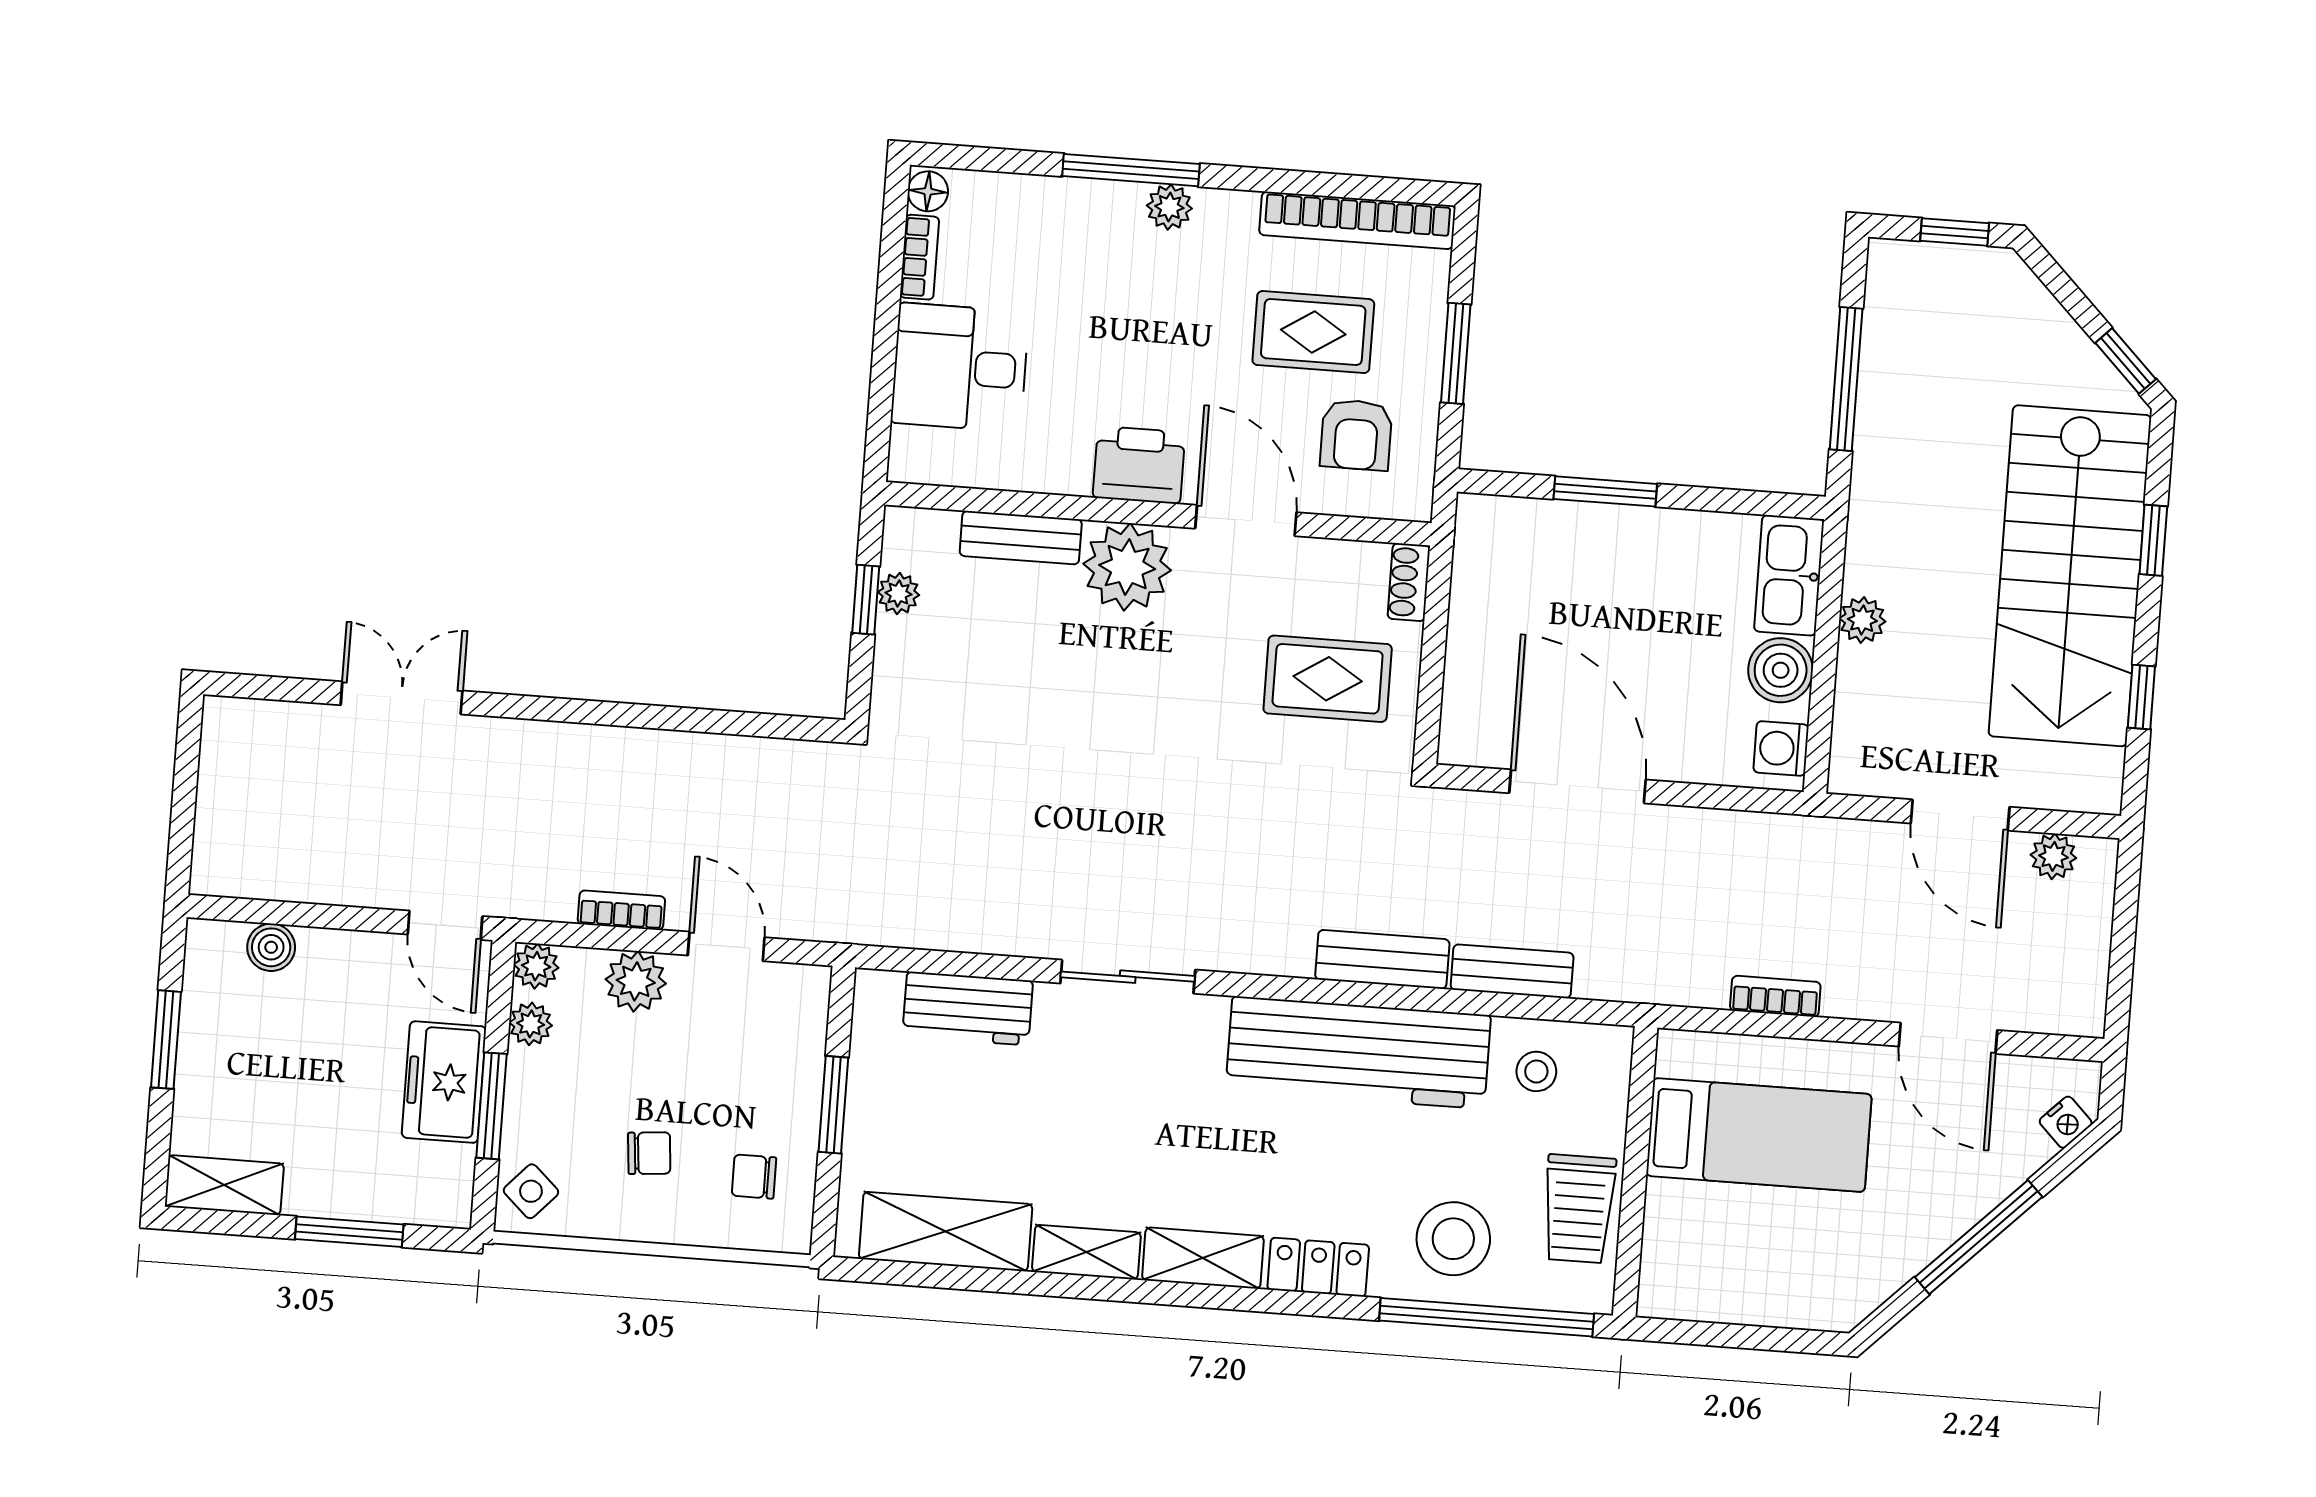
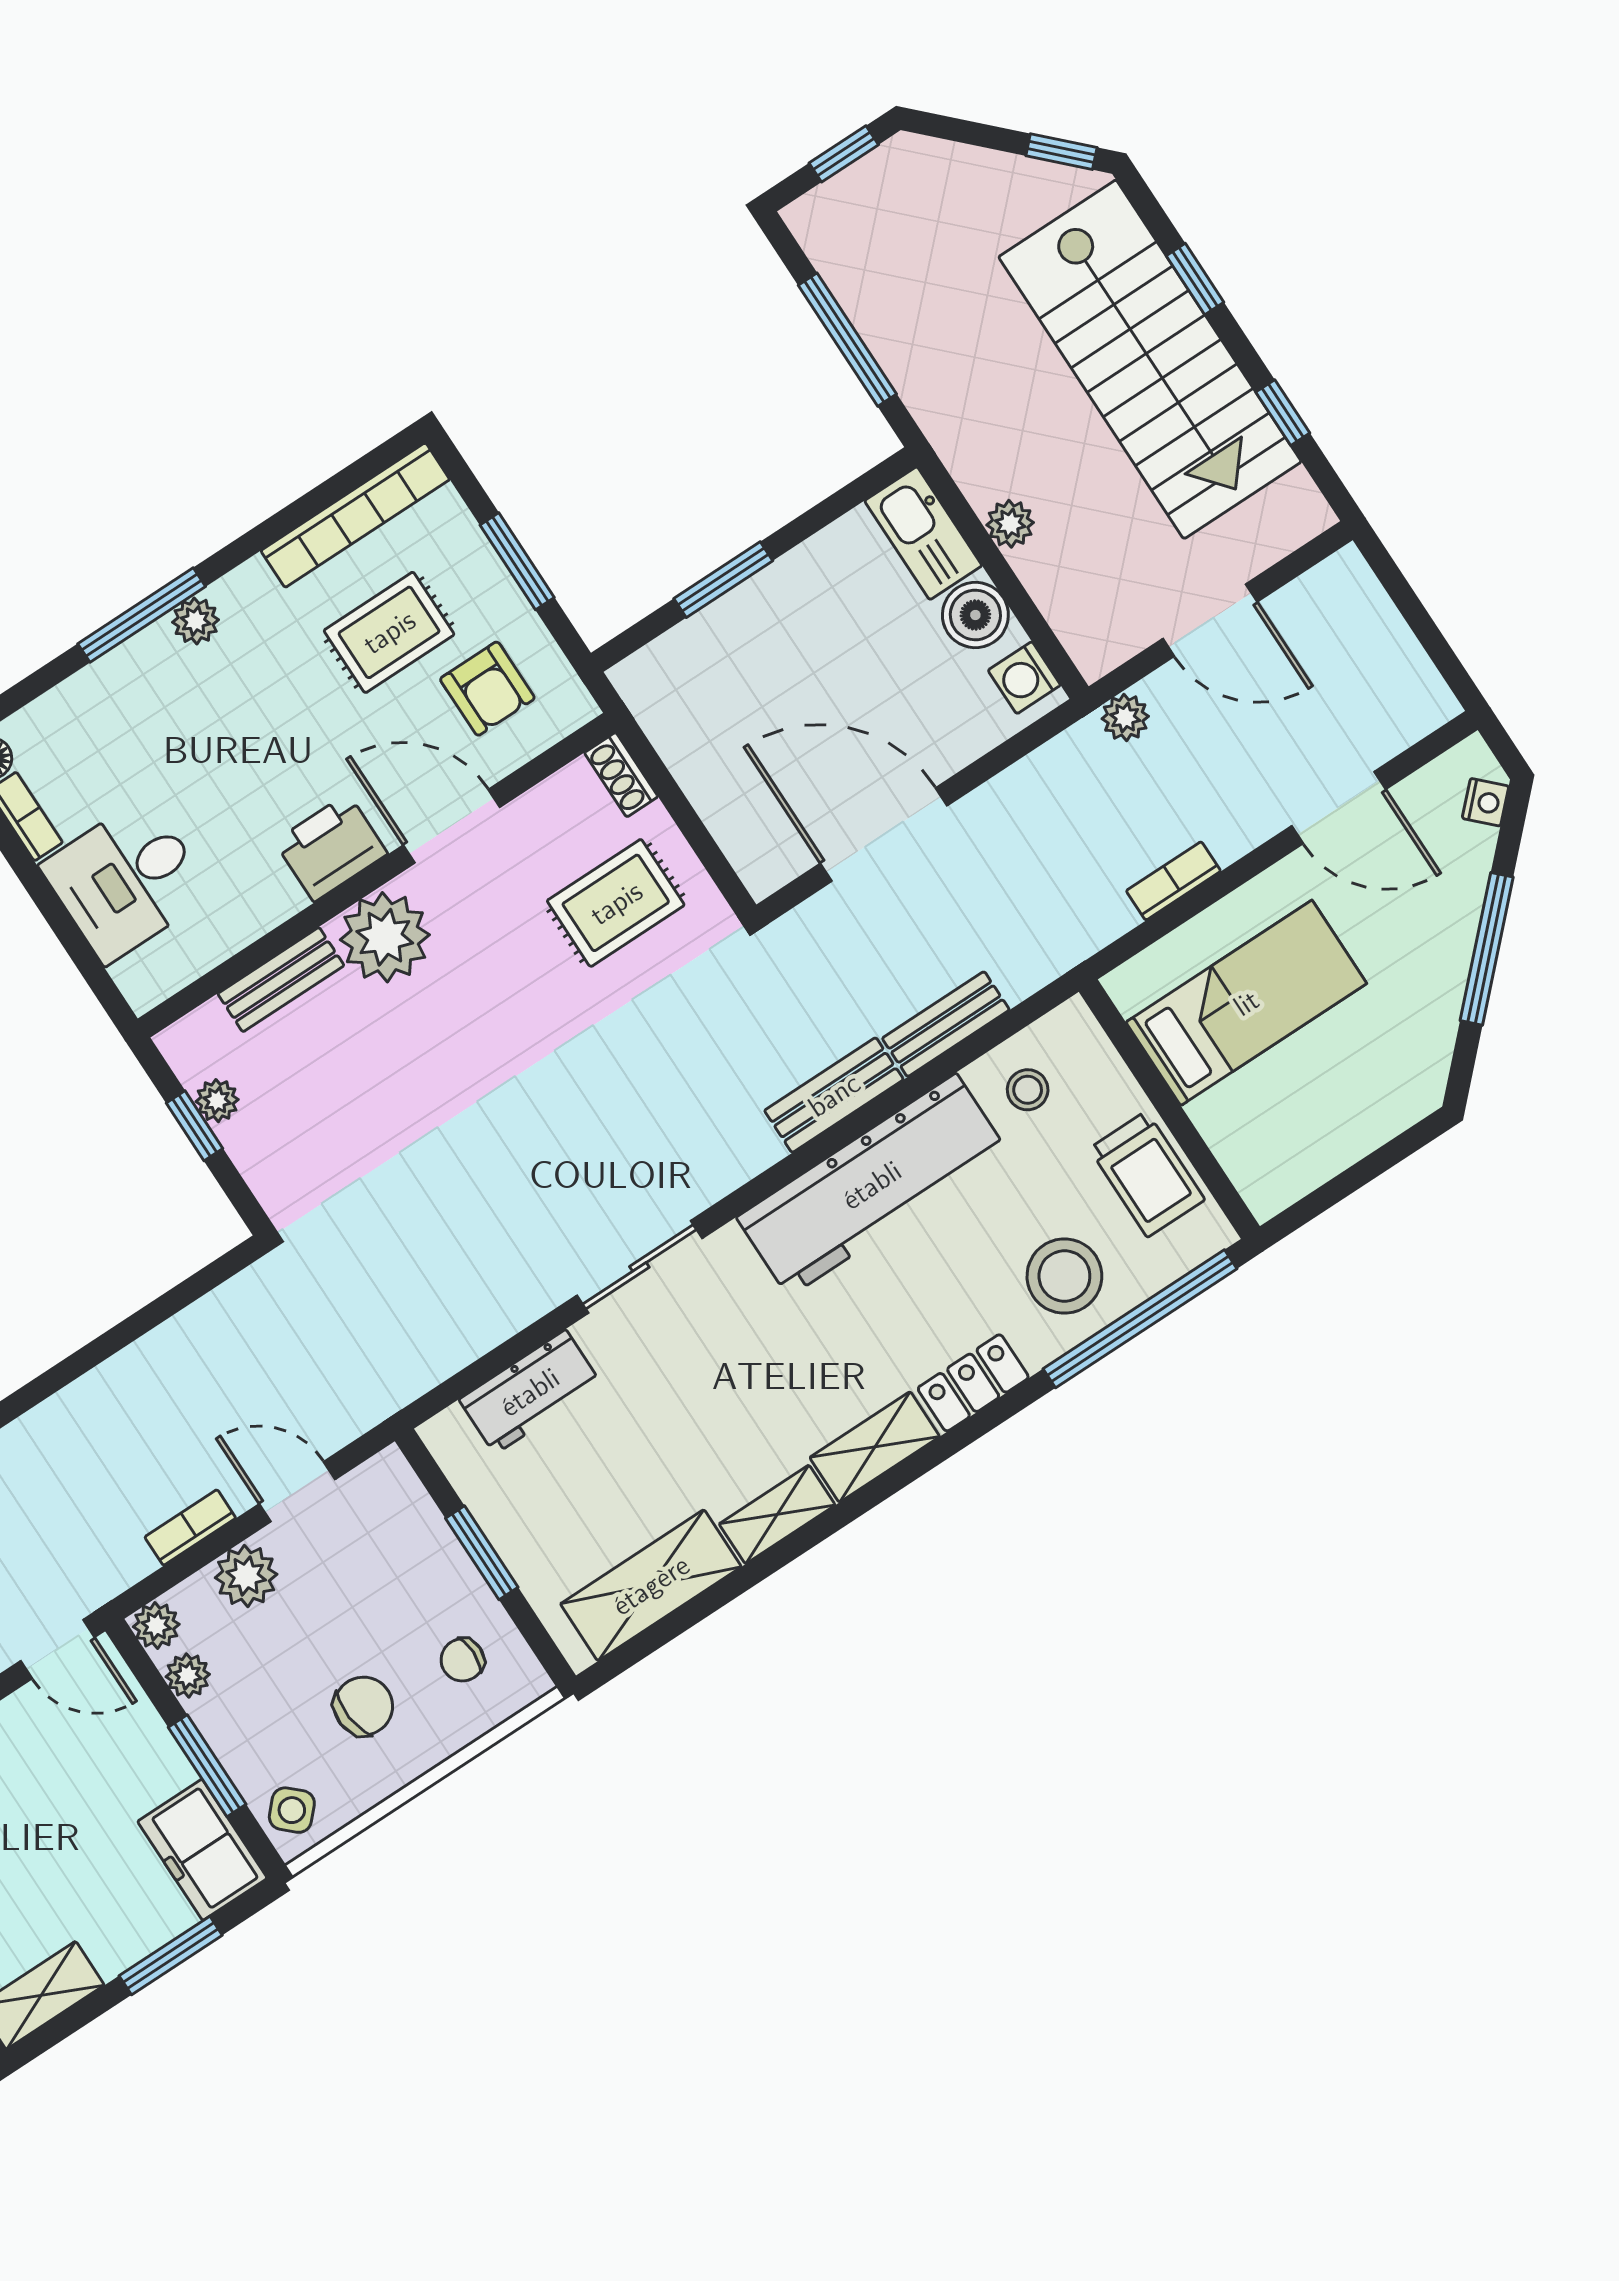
plant: (2053, 856) -> (1125, 718), moved
freezer: (444, 1082) -> (202, 1850), moved
chair: (649, 1153) -> (363, 1706), width x1.37, depth x1.37

